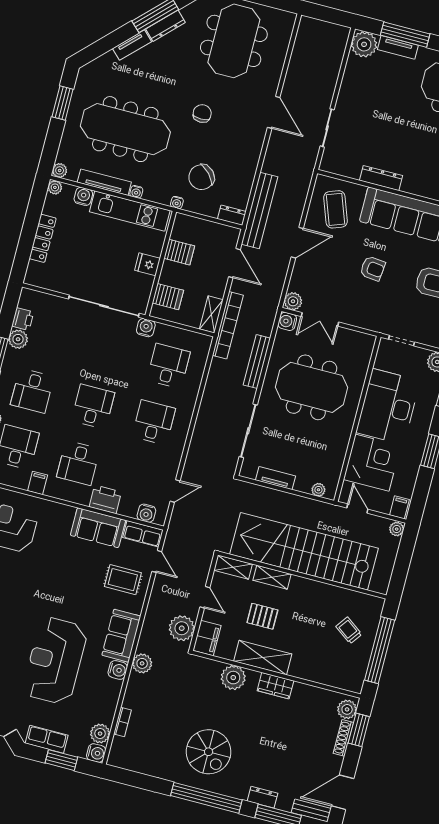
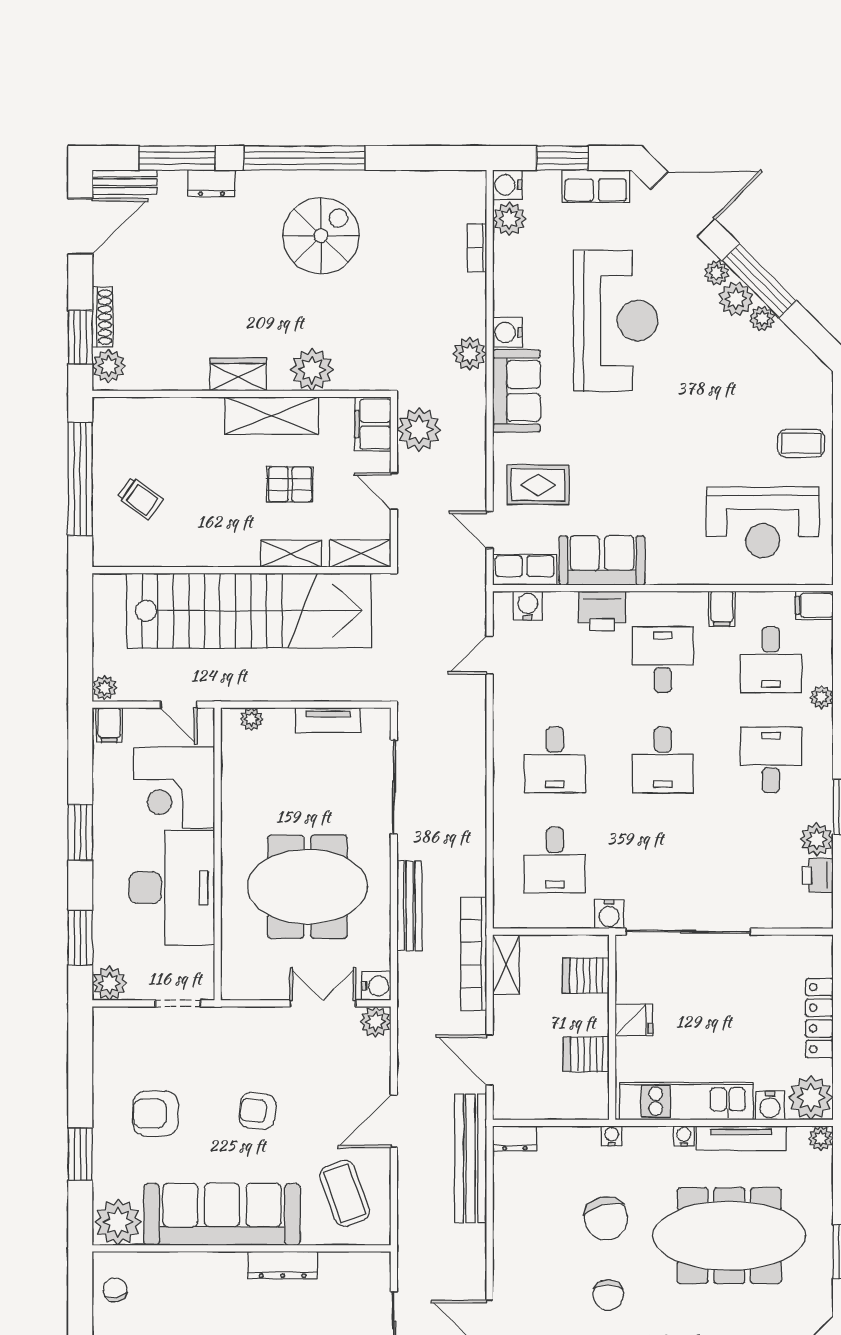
chair: (202, 177) -> (606, 1218), moved, turned 118
plant: (55, 187) -> (811, 1098), width x1.87, depth x1.87
spiral stairs: (209, 752) -> (321, 236), turned 90

